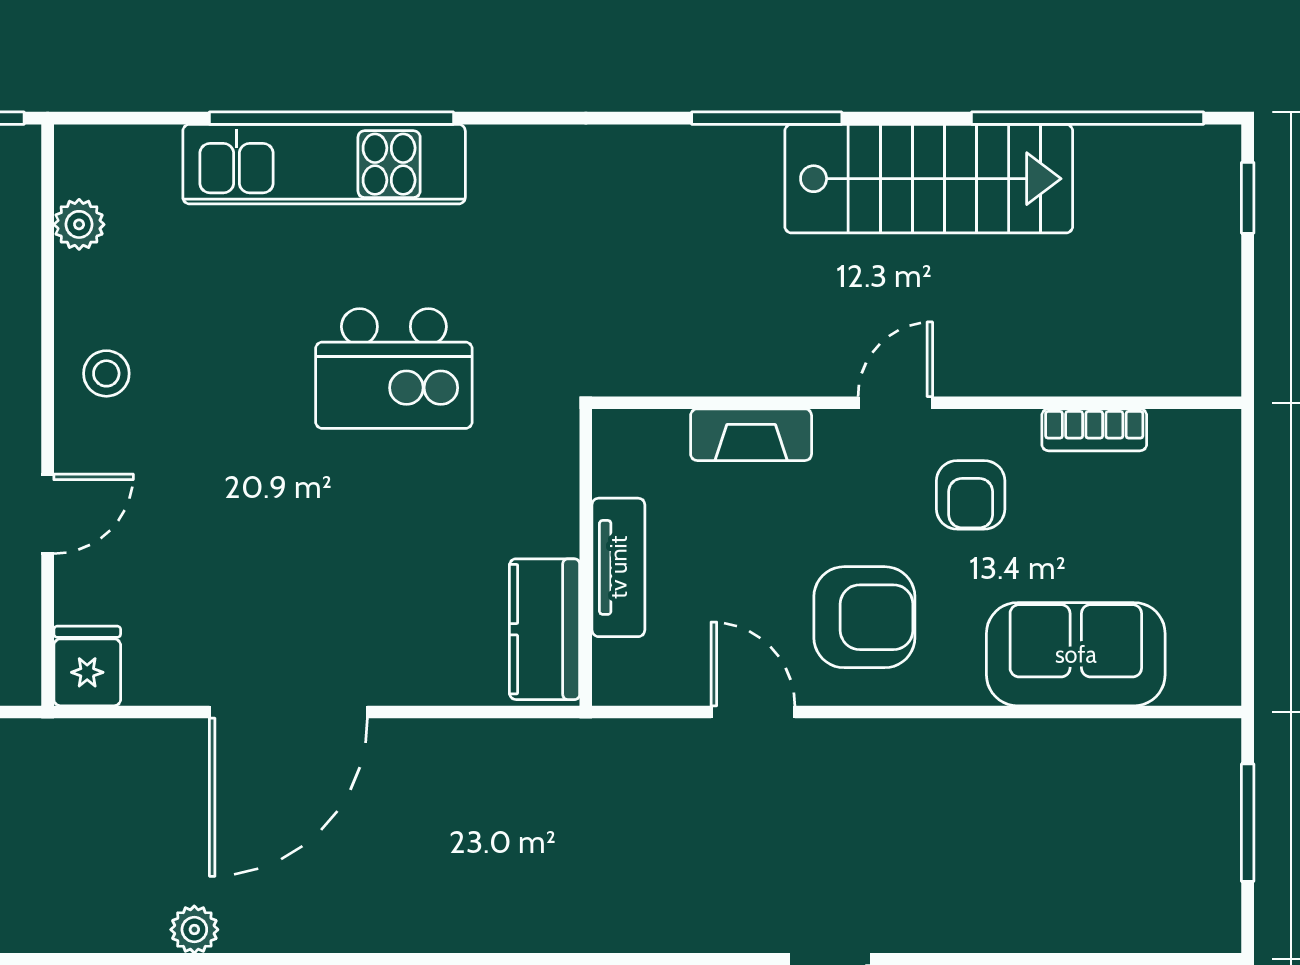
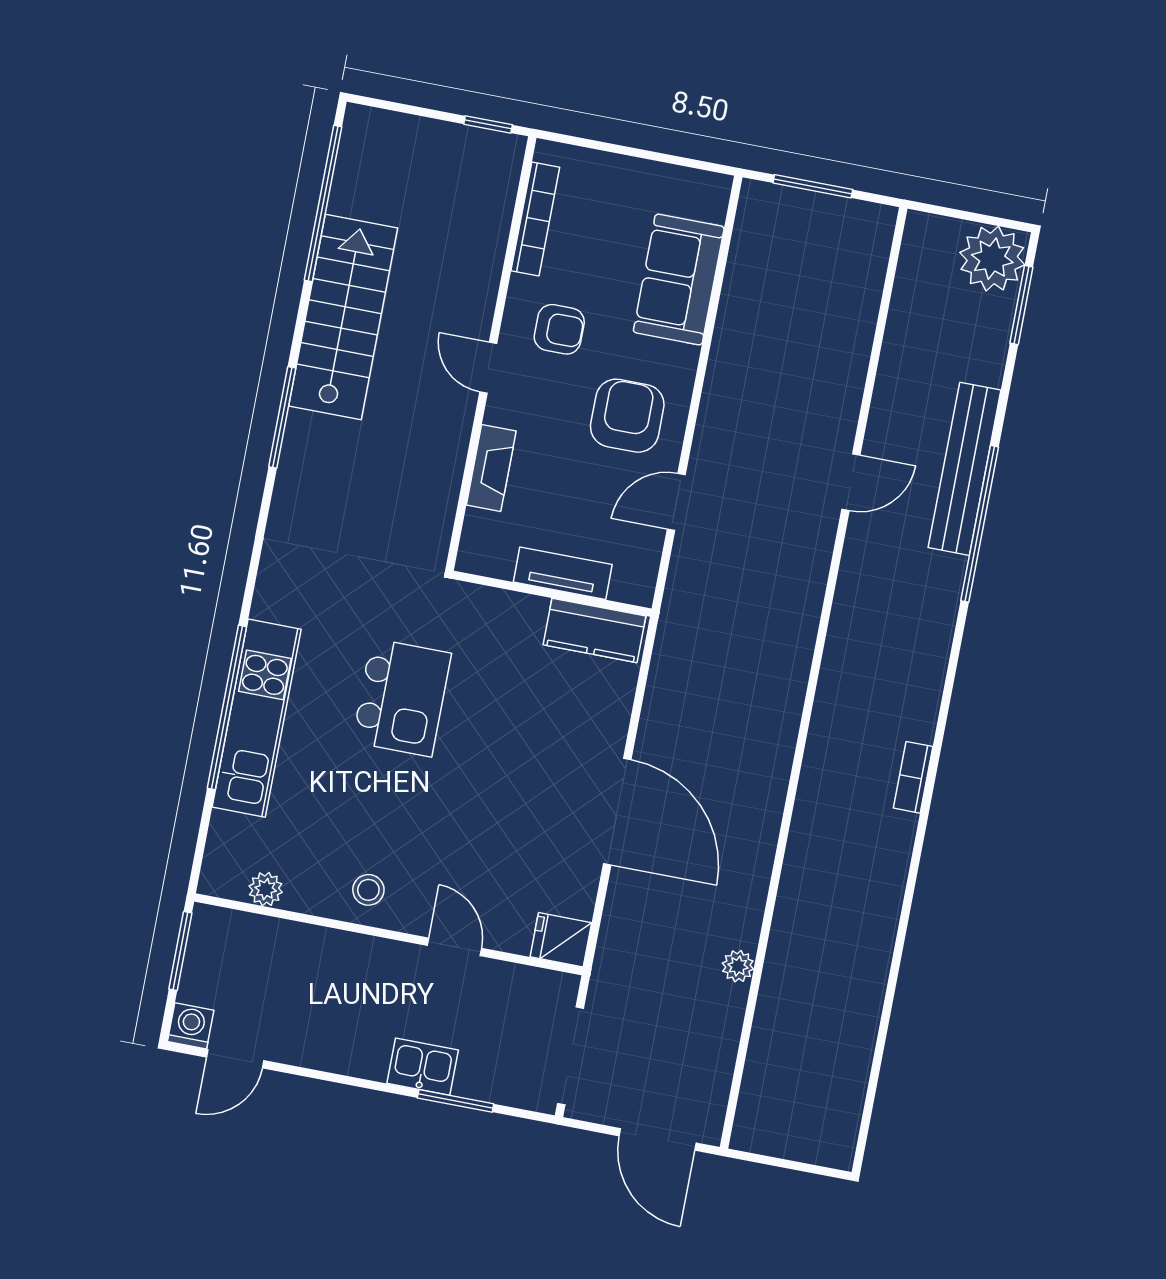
window: (1248, 198) -> (488, 124), moved
bookcase: (1094, 430) -> (535, 219), width x1.56
plant: (194, 930) -> (738, 966), moved

